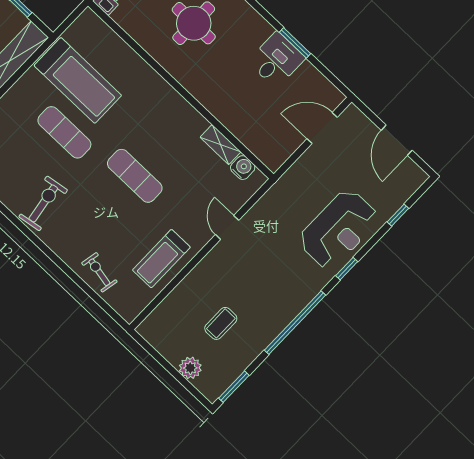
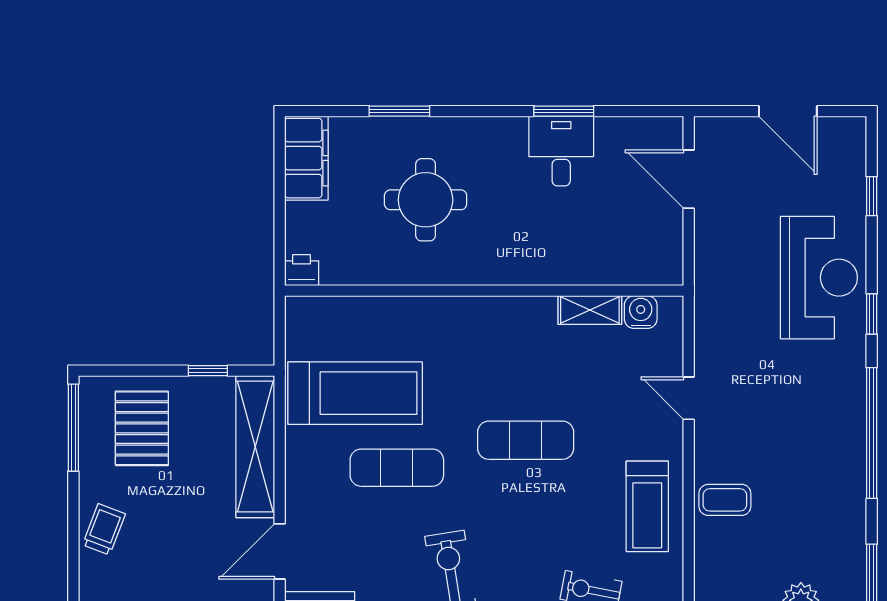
door: (322, 128) -> (689, 179), hinge flipped
coffee table: (221, 323) -> (725, 500), moved, turned 90

